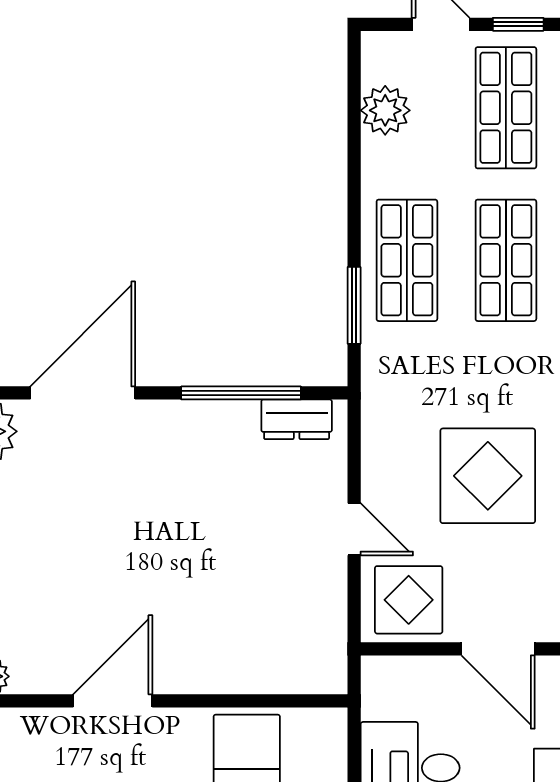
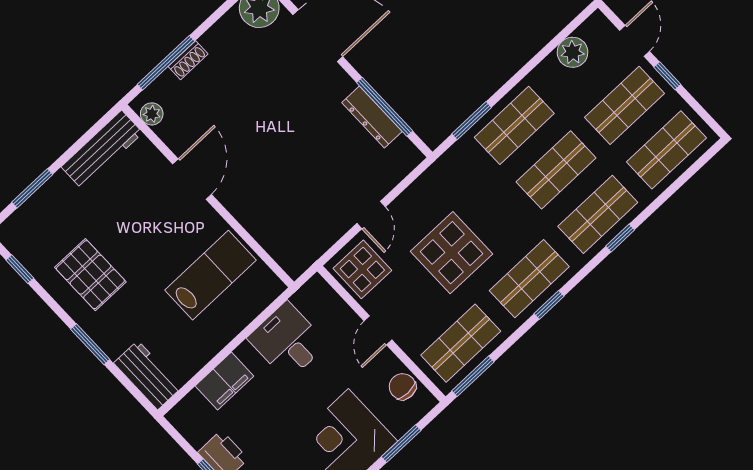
dresser: (297, 419) -> (372, 117), moved, width x1.44
door: (498, 649) -> (378, 330), width x0.73
door: (113, 701) -> (192, 179), hinge flipped

